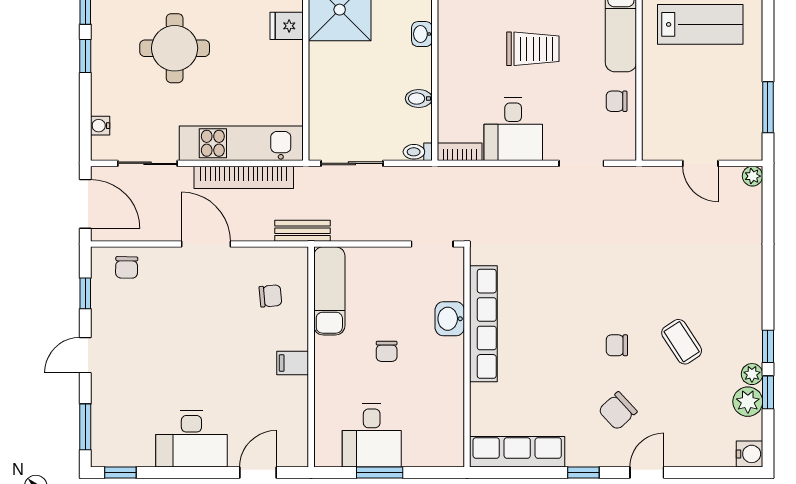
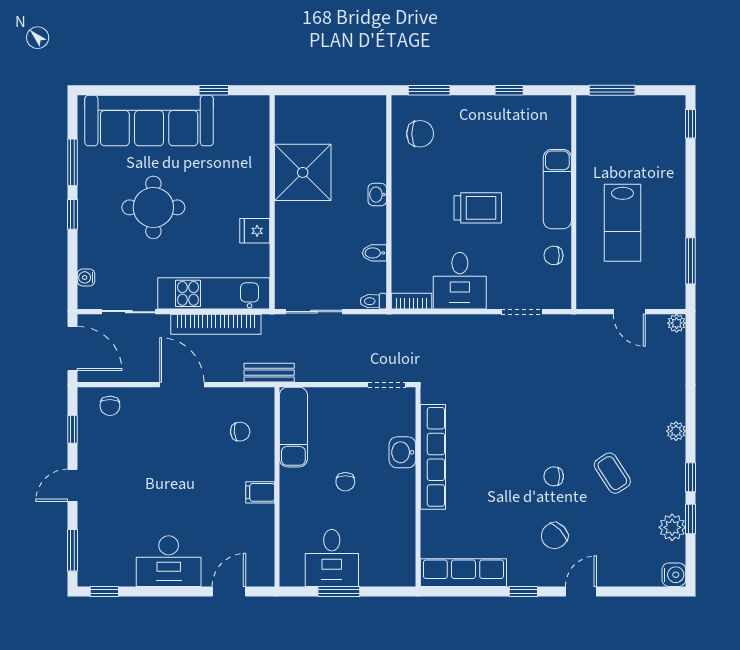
lab bench: (700, 24) -> (623, 223), moved, turned 90
fridge: (287, 26) -> (255, 231), moved
plant: (752, 374) -> (676, 431), moved

